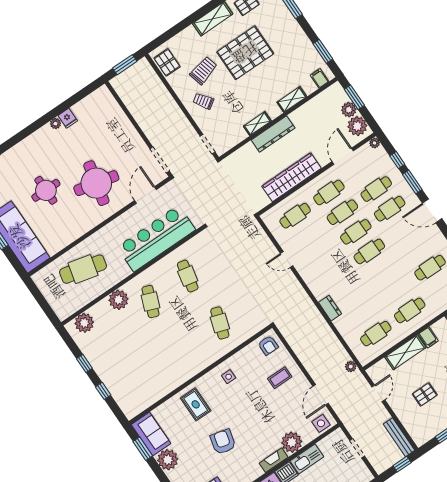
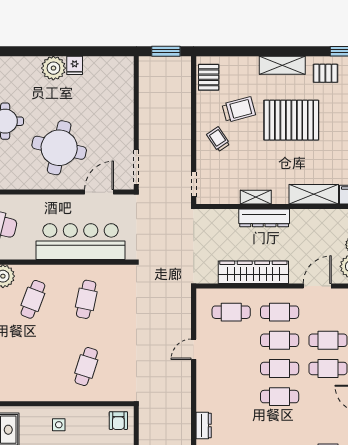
shelving: (292, 99) -> (314, 194), width x1.50, depth x1.33
plant: (56, 124) -> (53, 68), width x1.87, depth x1.87
door: (287, 260) -> (194, 349), hinge flipped

